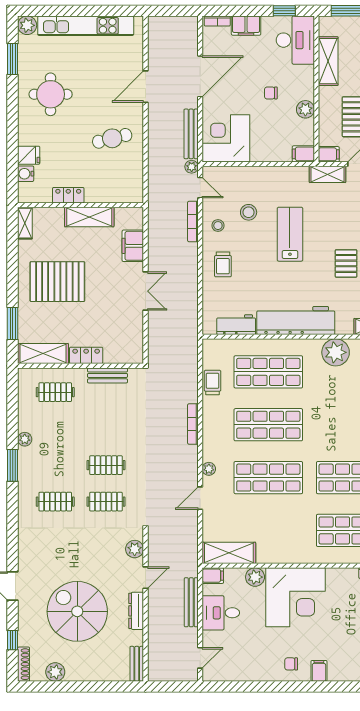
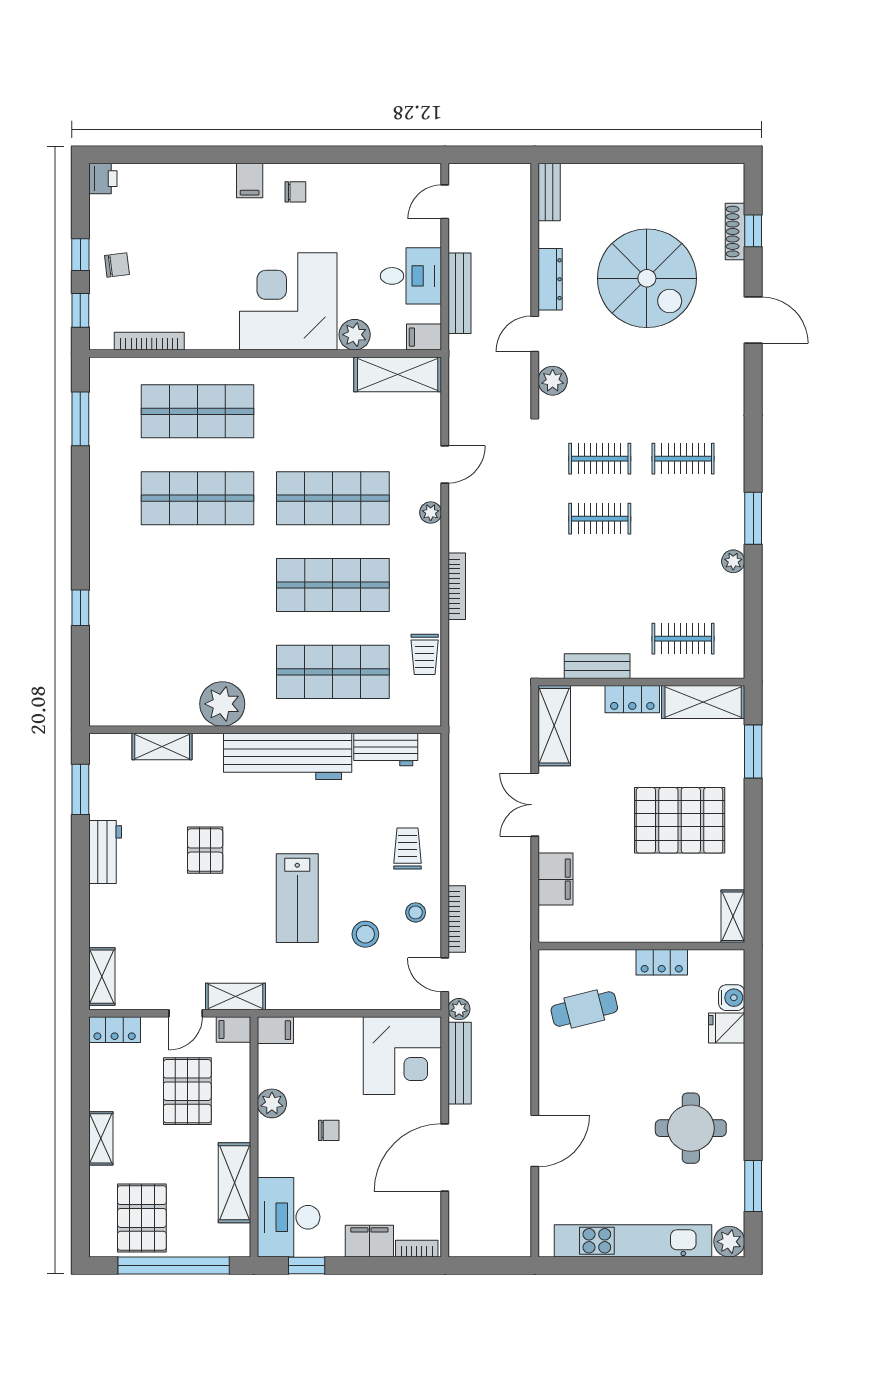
cafe table: (112, 138) -> (584, 1009), moved
shelving: (89, 217) -> (554, 726), moved, turned 90
shoe rack: (24, 664) -> (735, 232), moved
plant: (55, 672) -> (683, 179), removed

